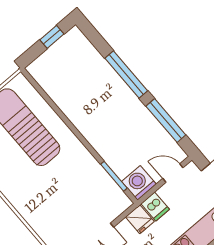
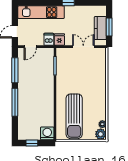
door: (173, 173) -> (30, 47), hinge flipped
washing machine: (139, 183) -> (47, 133), moved, turned 180

